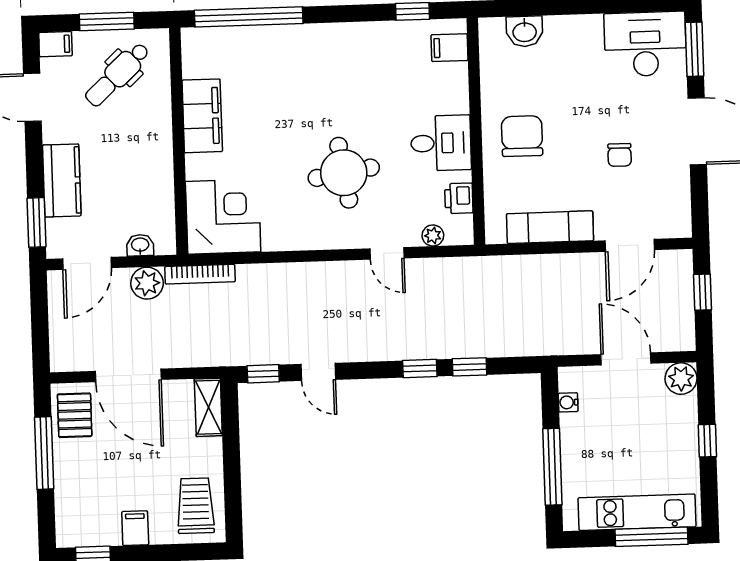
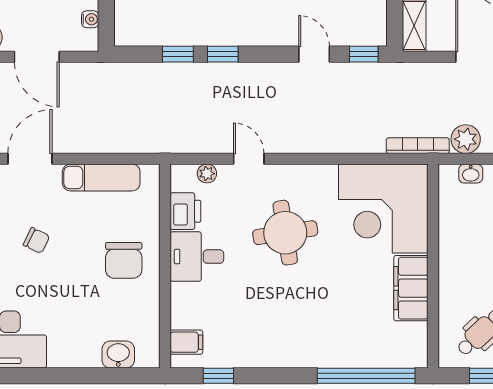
chair: (620, 155) -> (36, 240), turned 116
printer: (459, 198) -> (185, 211), width x1.36, depth x1.24
corner desk: (223, 217) -> (383, 209), width x1.36, depth x1.36

